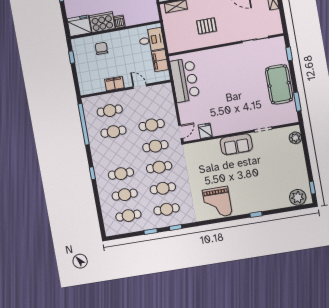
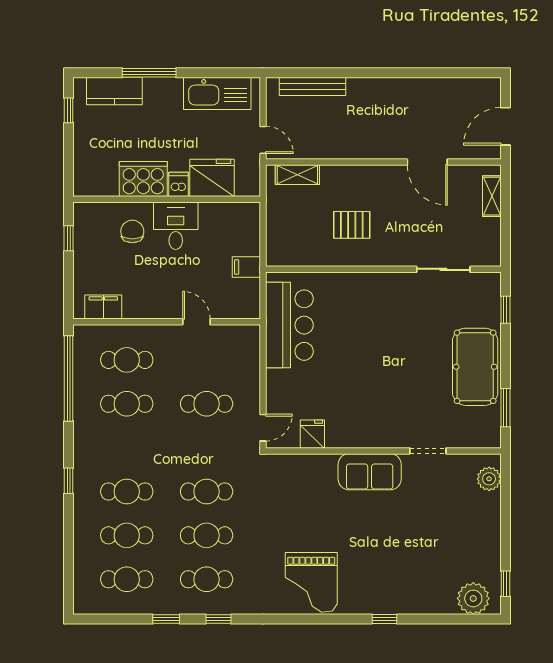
fridge: (79, 26) -> (212, 178), moved
desk: (151, 40) -> (176, 226), moved, turned -90
filing cabinet: (160, 61) -> (246, 267), width x0.50
filing cabinet: (114, 84) -> (103, 307), moved
cafe table: (155, 146) -> (207, 448), removed

